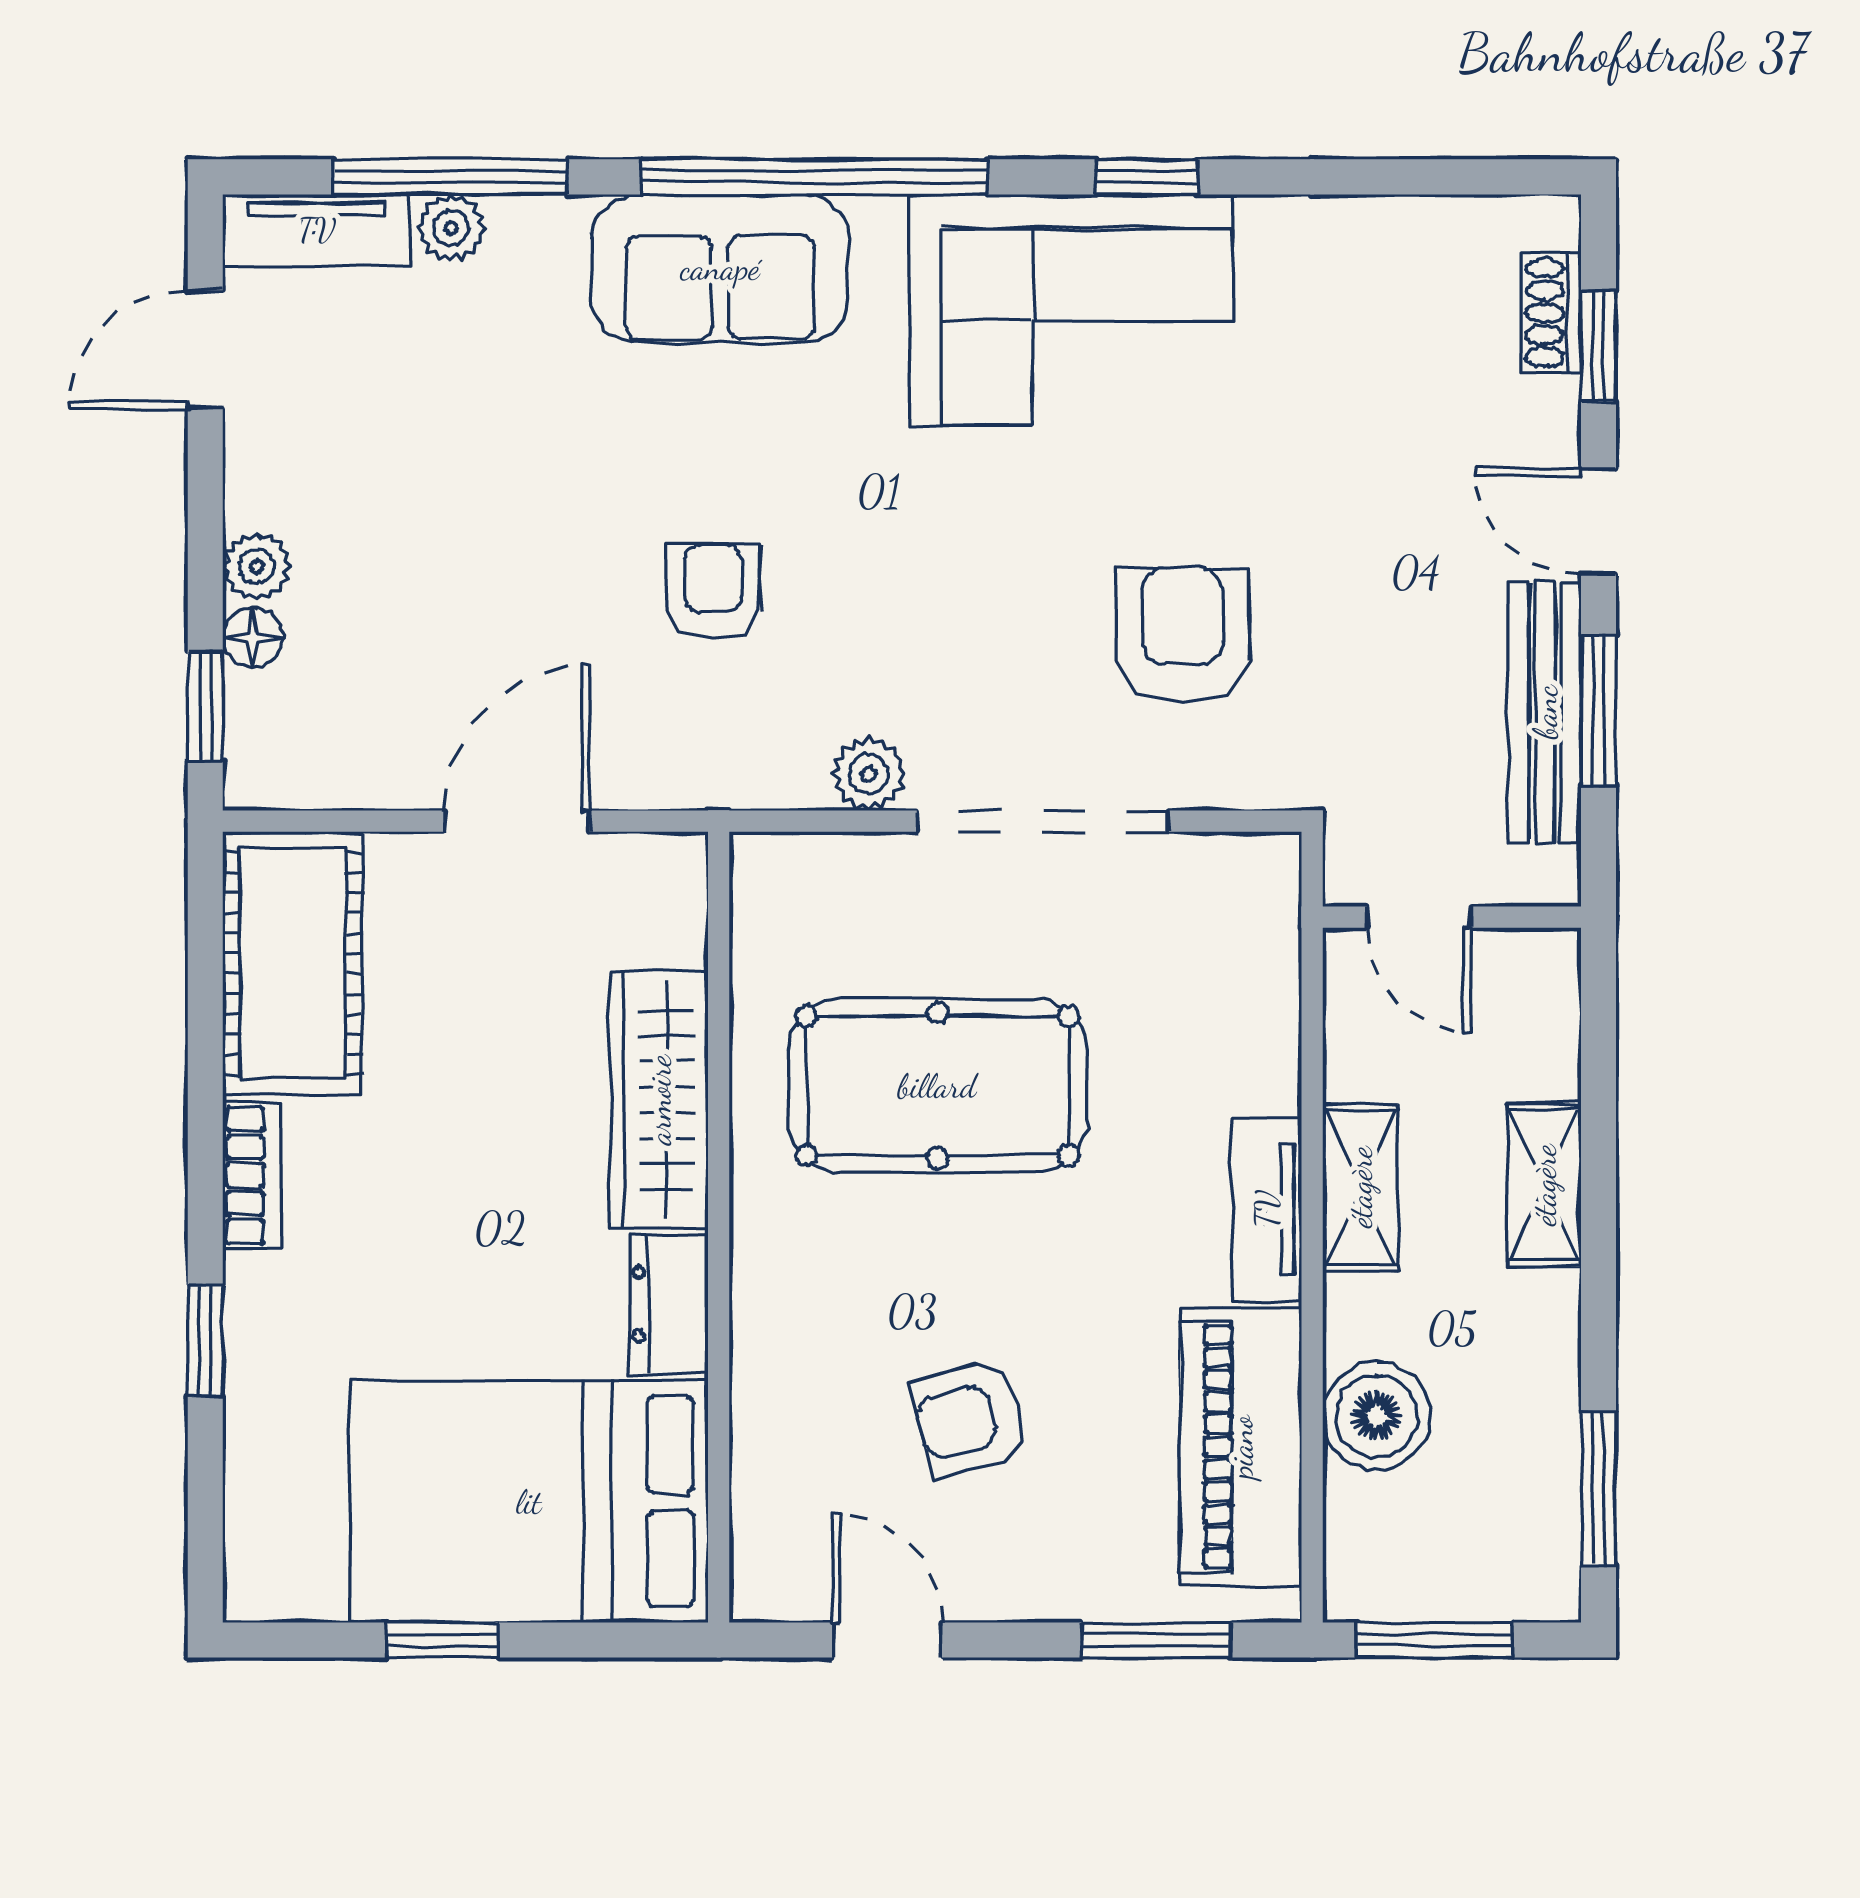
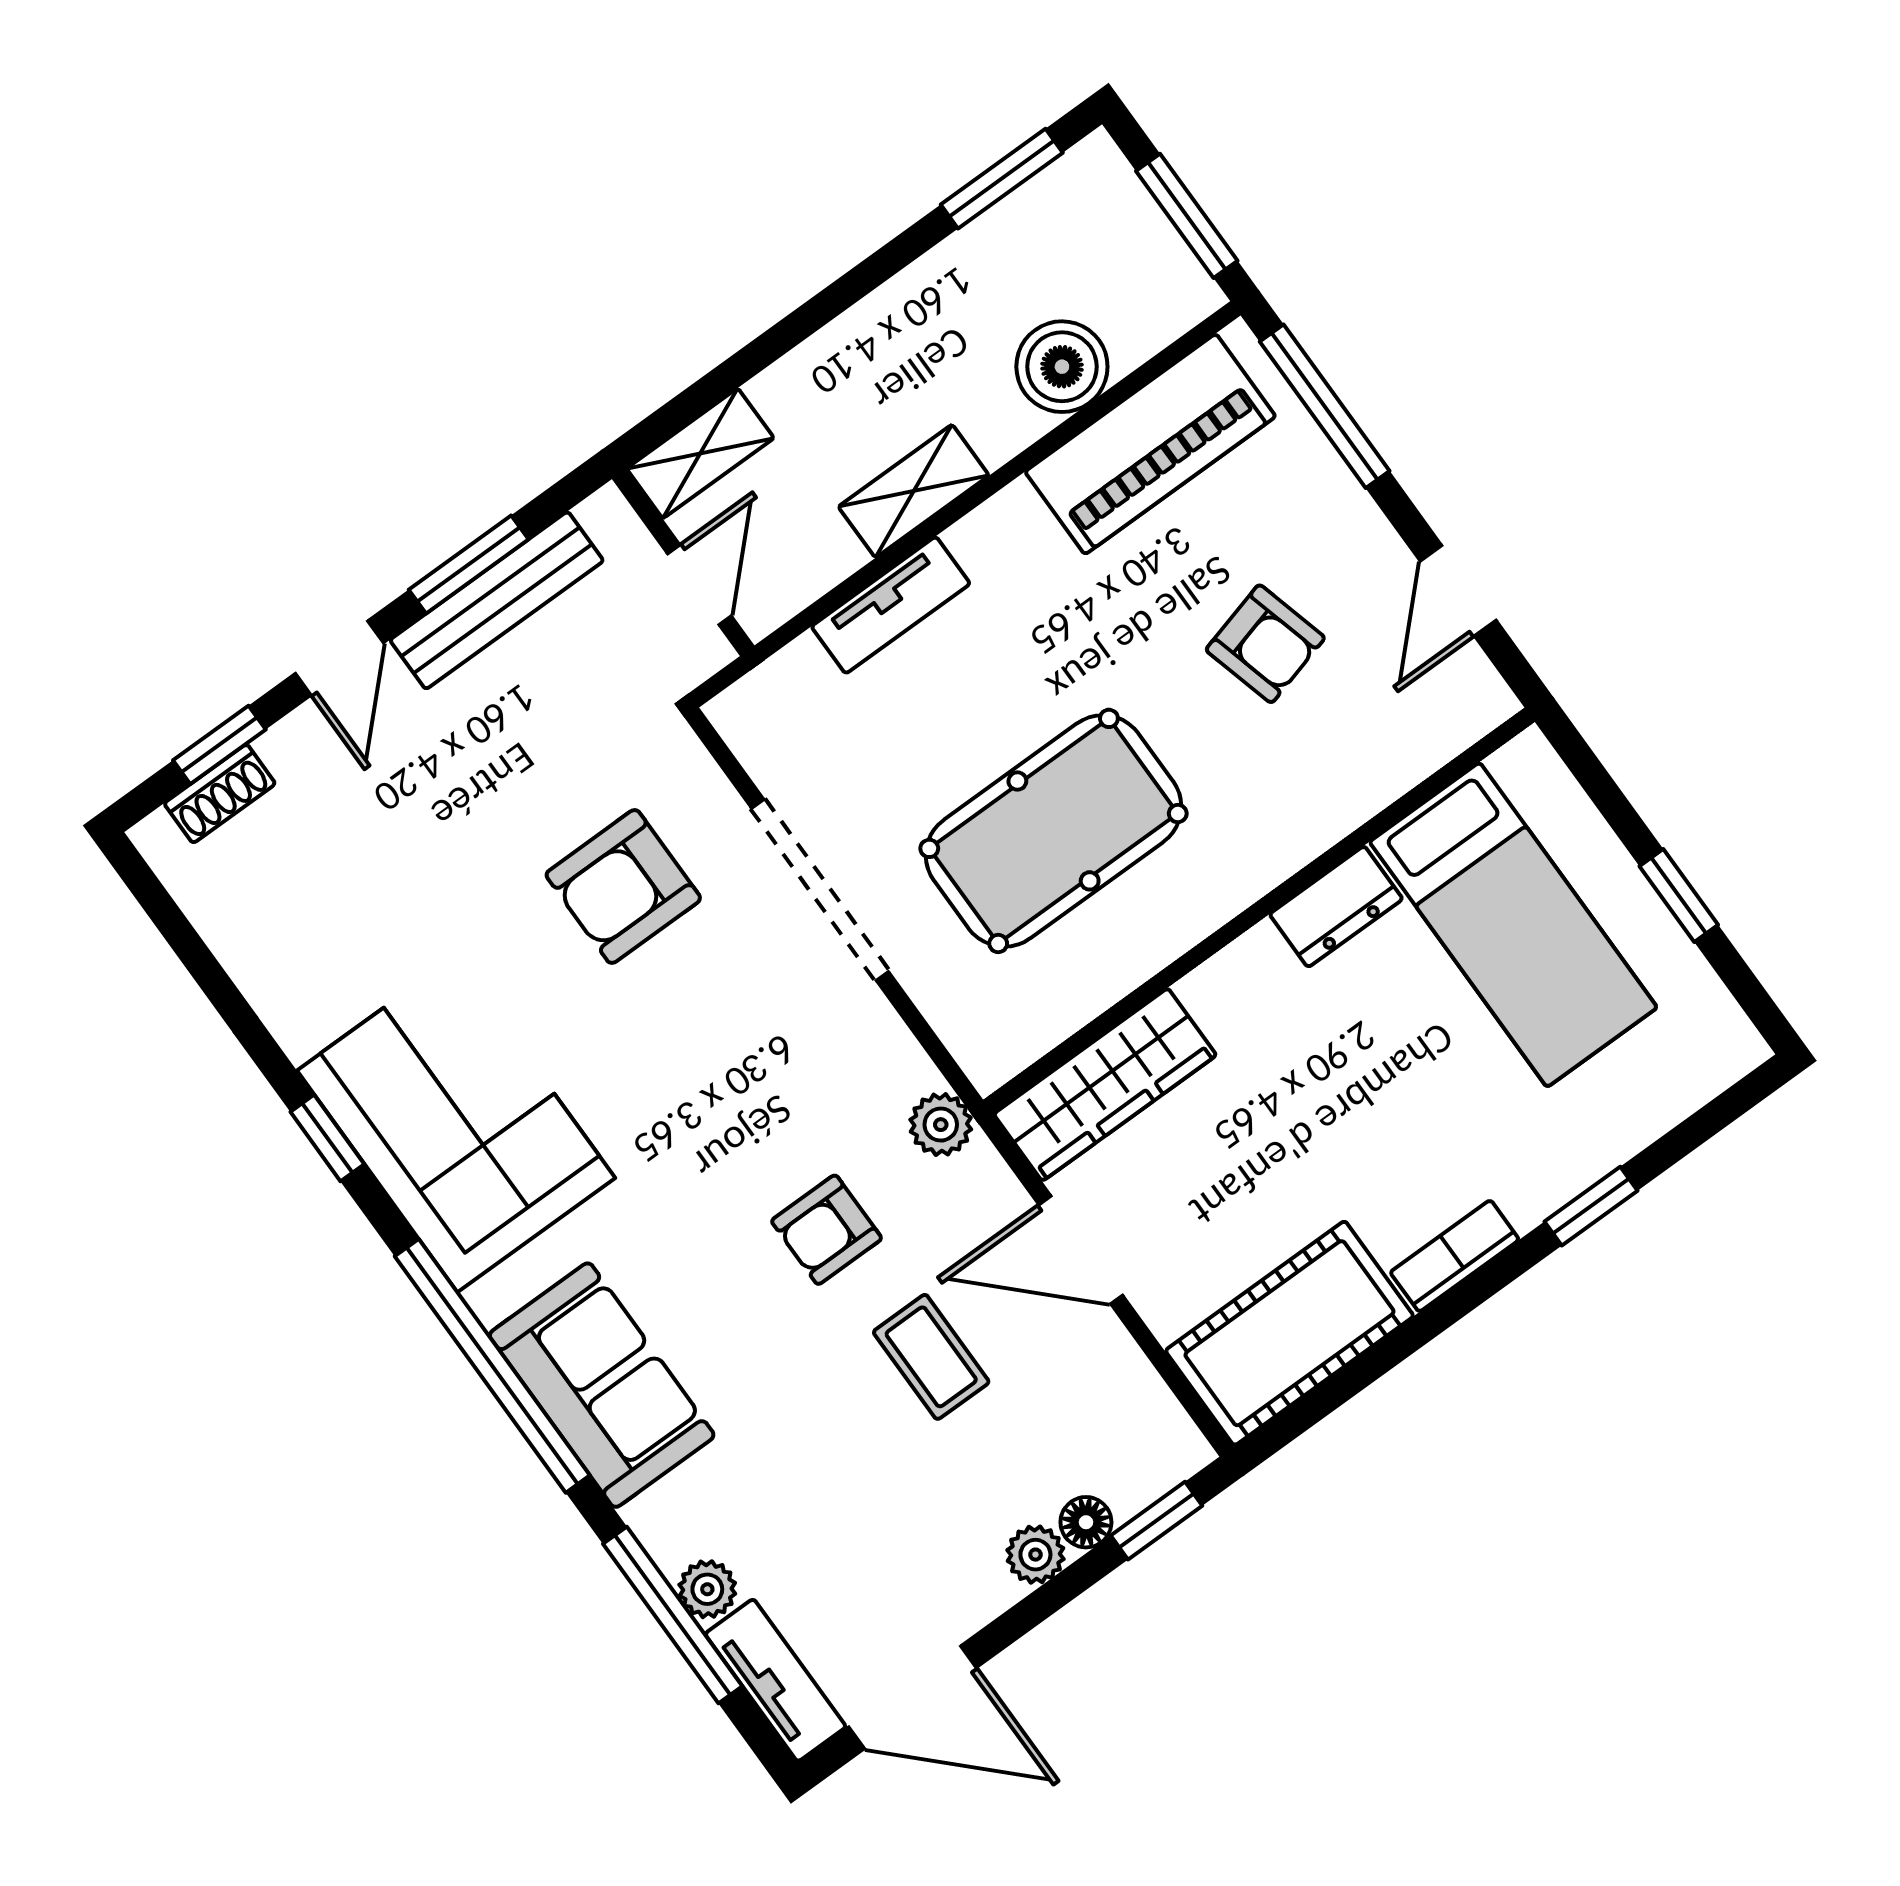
door: (205, 350) -> (913, 1697), width x1.38
coffee table: (518, 604) -> (931, 1357), added
plant: (869, 774) -> (941, 1125), moved
pool table: (937, 1086) -> (1054, 831), turned 90
wardrobe: (659, 1100) -> (1105, 1085), moved
shelving: (1544, 1185) -> (700, 453), moved
tv unit: (1267, 1209) -> (891, 605), moved
bed: (529, 1502) -> (1513, 925), width x0.67
window: (1156, 1640) -> (1325, 406), width x1.44

